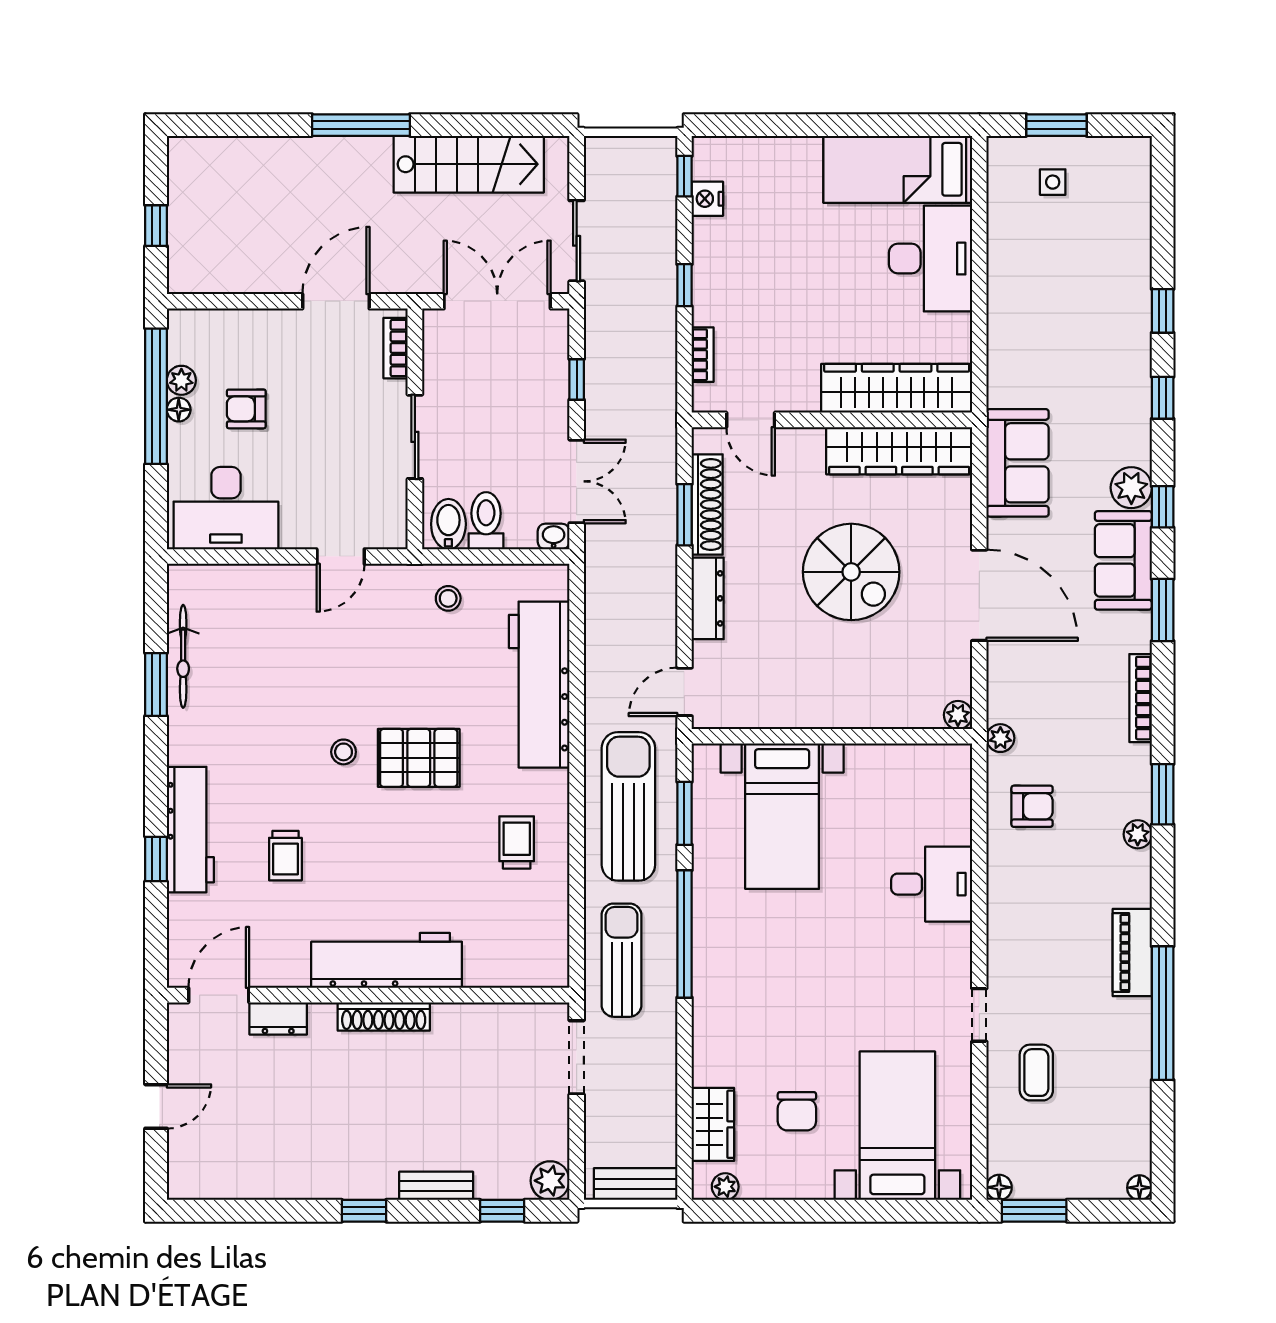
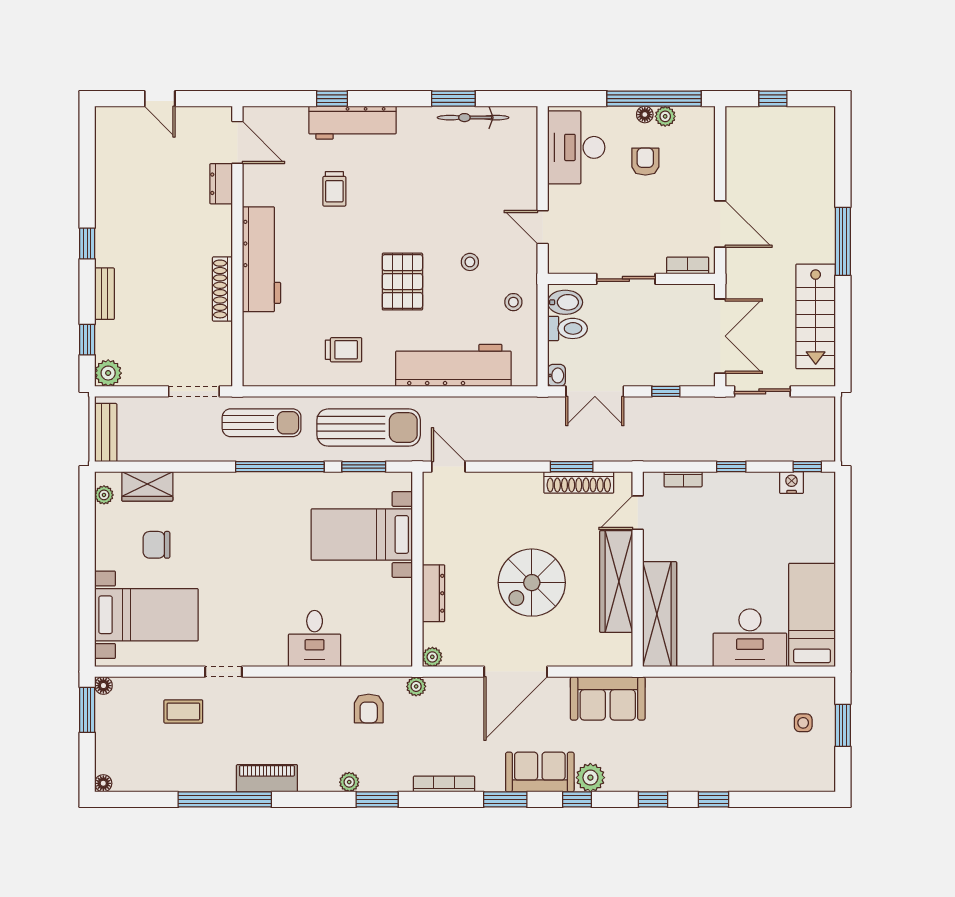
wardrobe: (899, 451) -> (616, 582), moved
dresser: (708, 598) -> (434, 593), moved, turned -90
stool: (344, 752) -> (470, 262), moved
trolley: (285, 856) -> (334, 189), turned -90
shoe rack: (384, 1016) -> (222, 289), moved

